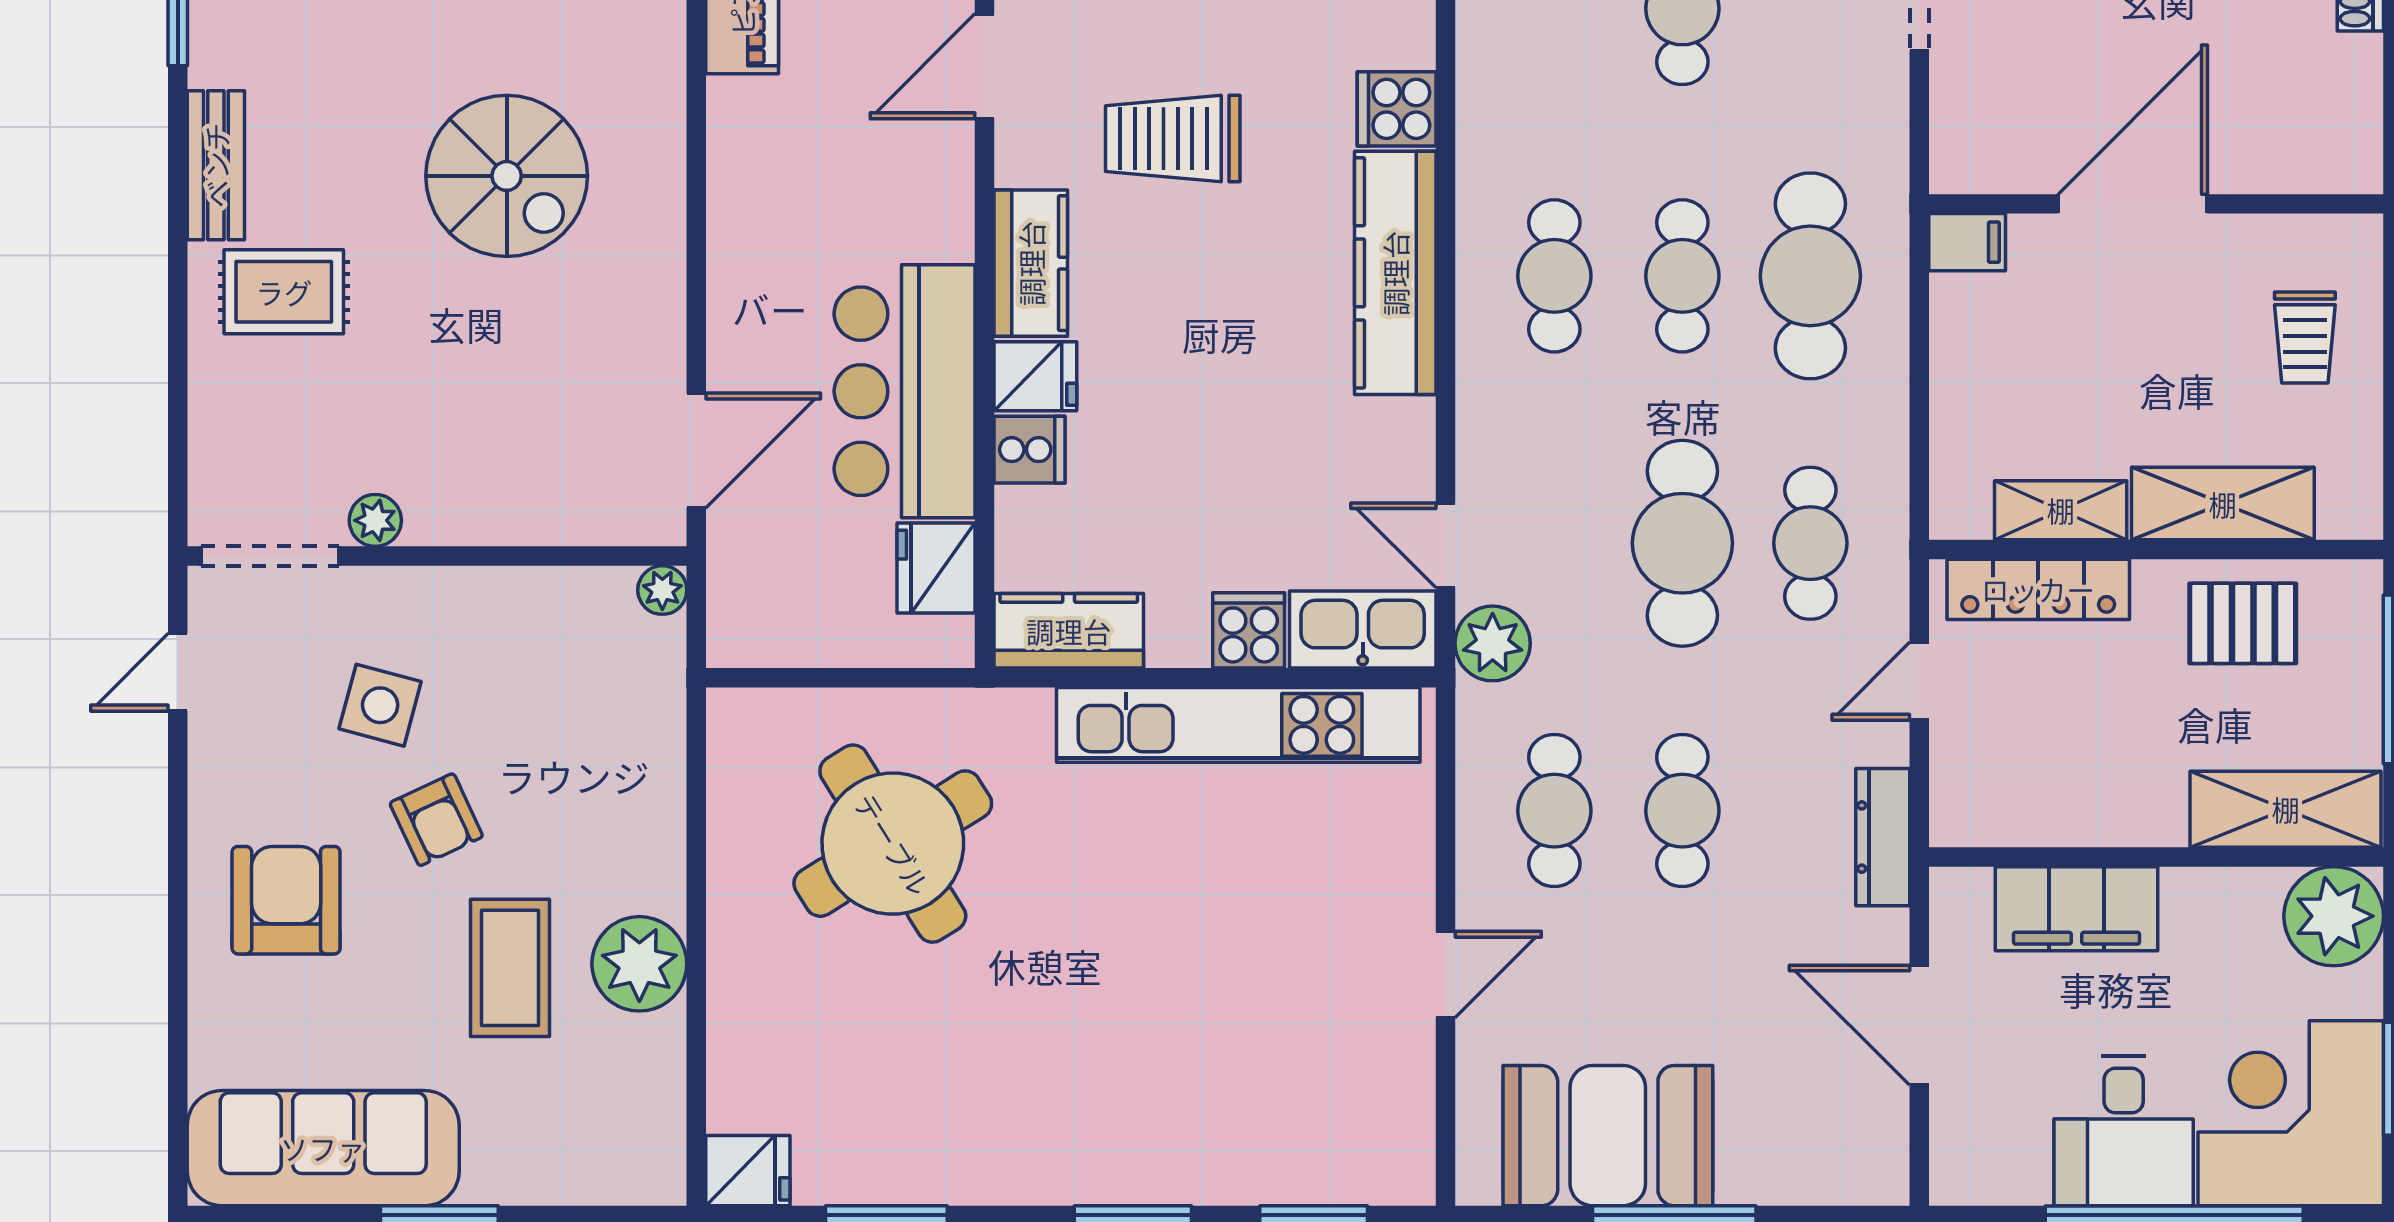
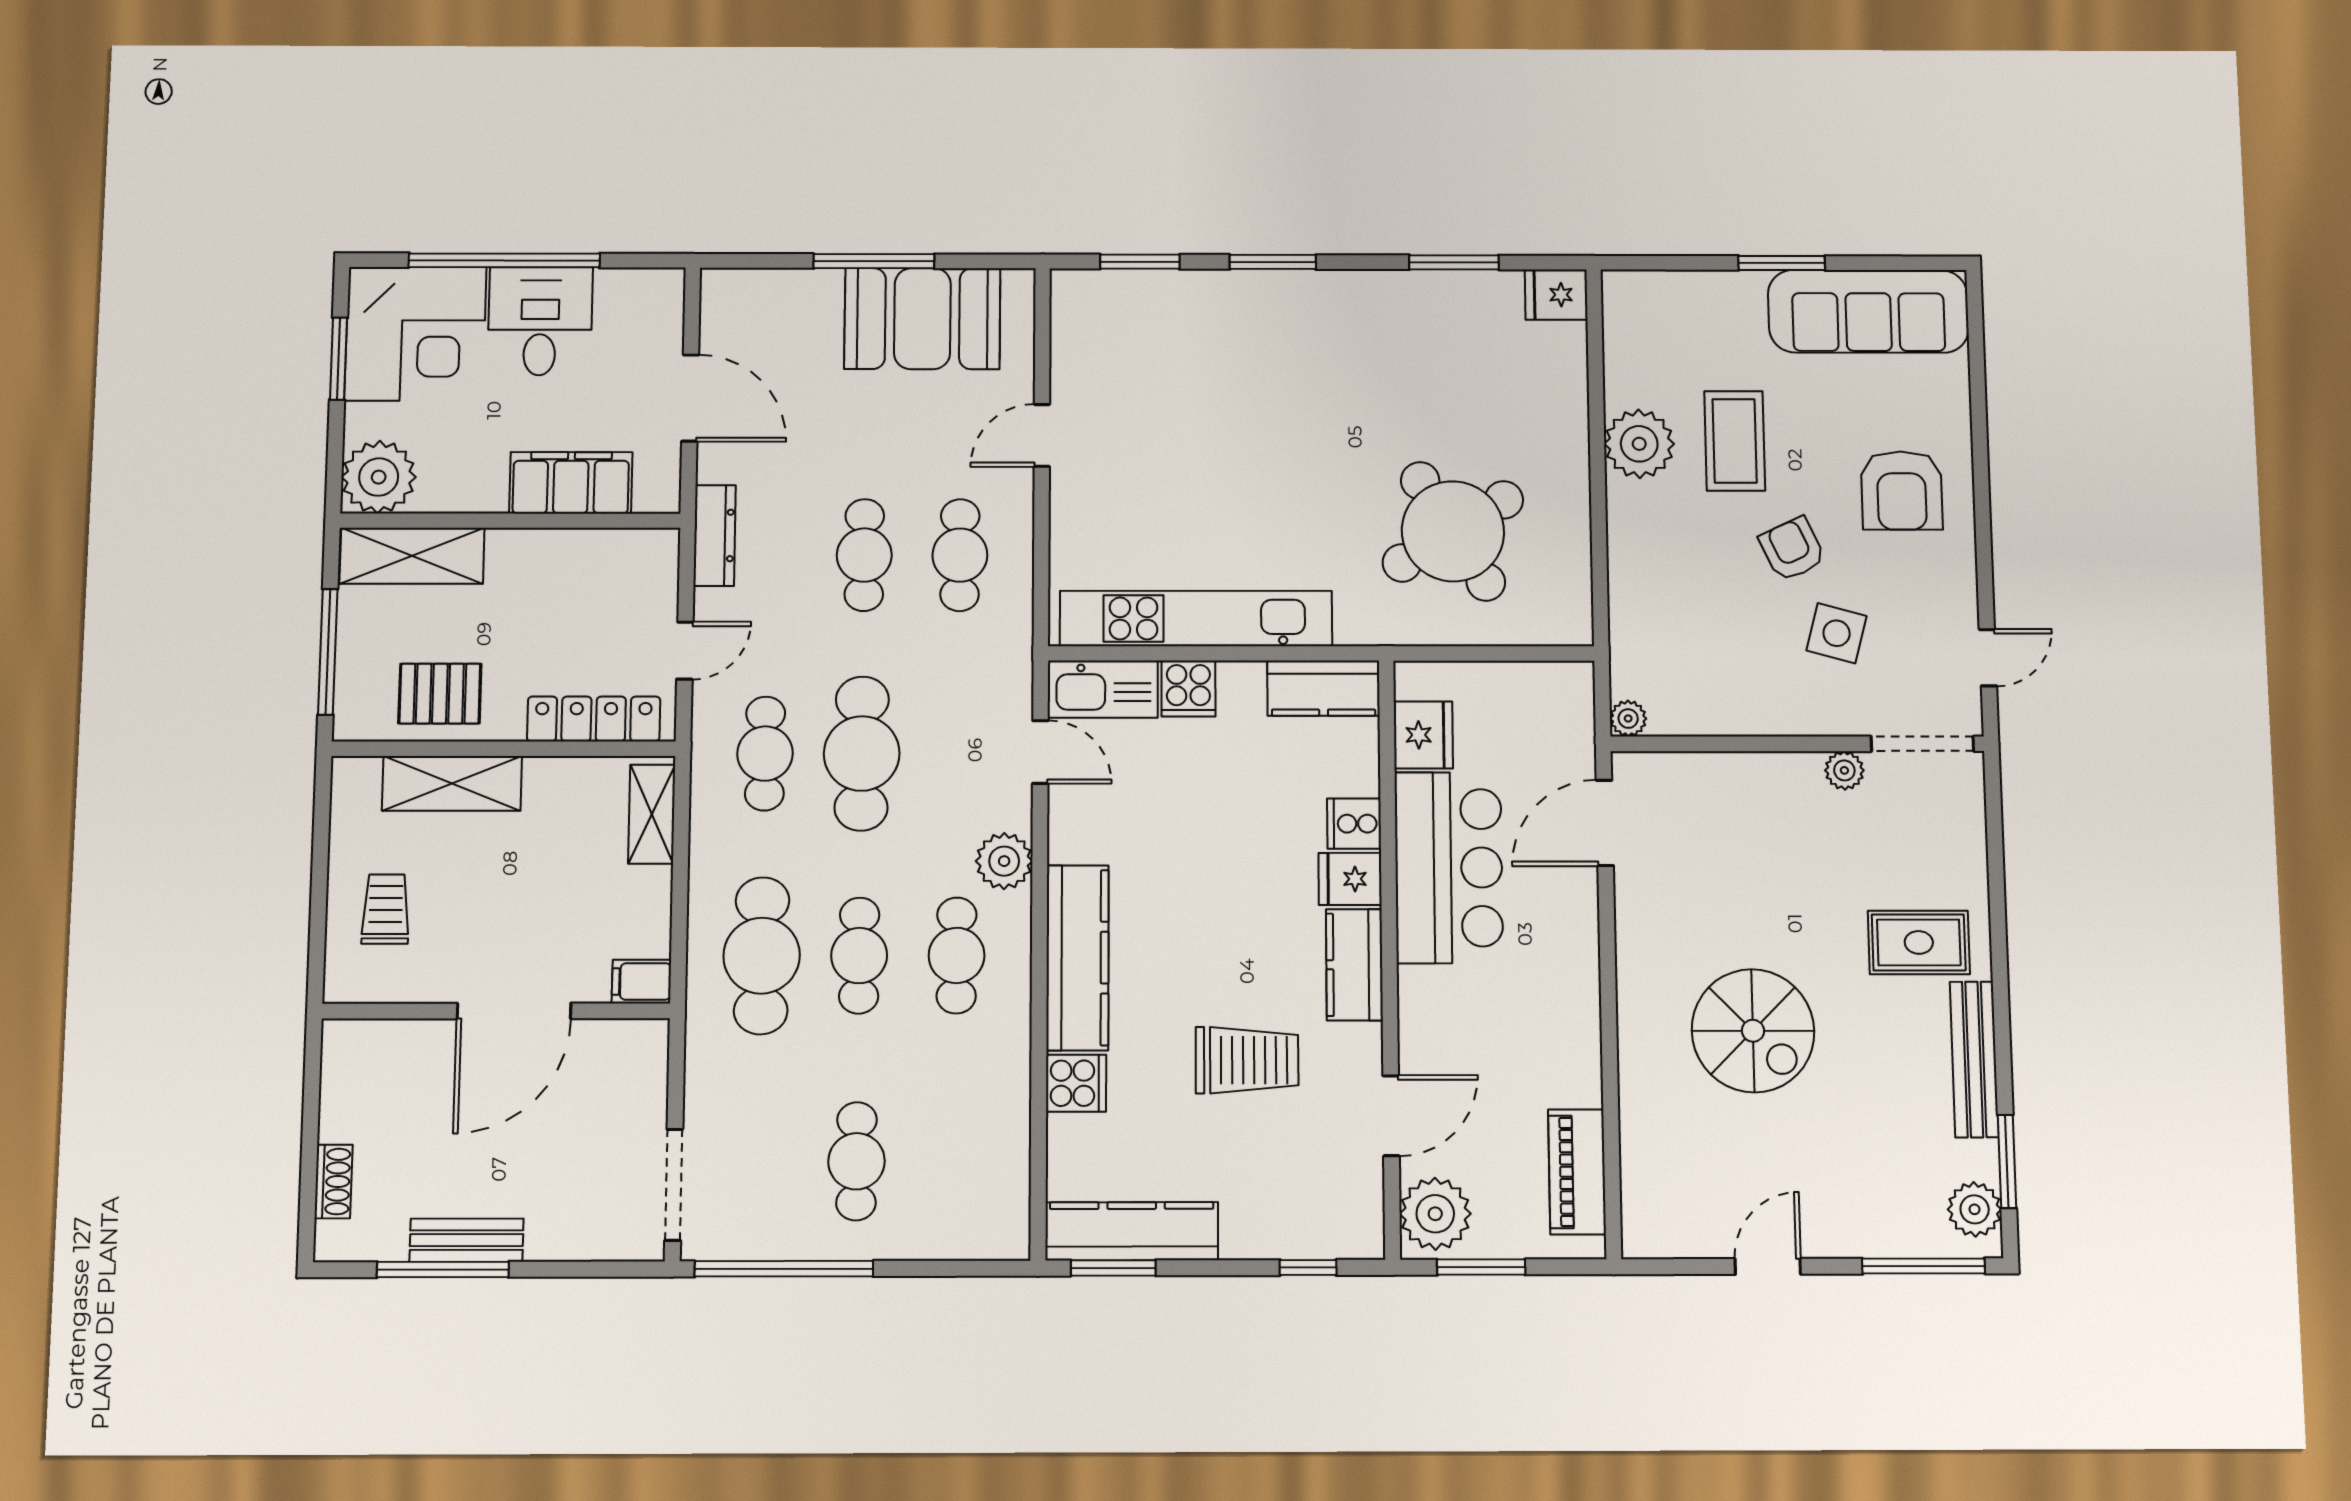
bench: (216, 165) -> (1974, 1059), width x1.36
spiral stairs: (507, 176) -> (1753, 1031), turned 180
shelving: (2061, 510) -> (652, 814), moved, turned 90
plant: (1493, 643) -> (1004, 861), moved

